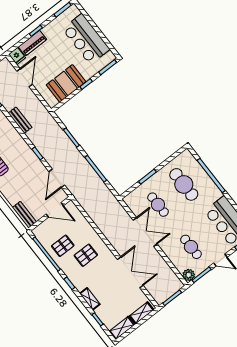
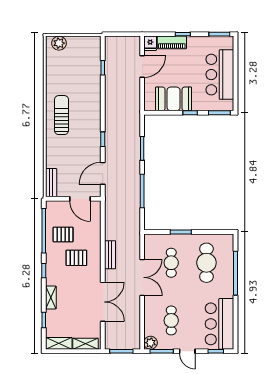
bench: (20, 120) -> (110, 255), moved

